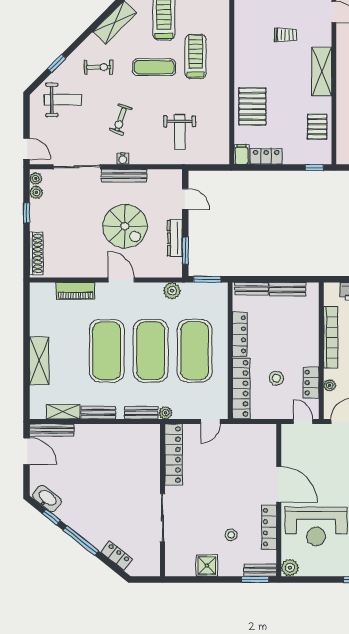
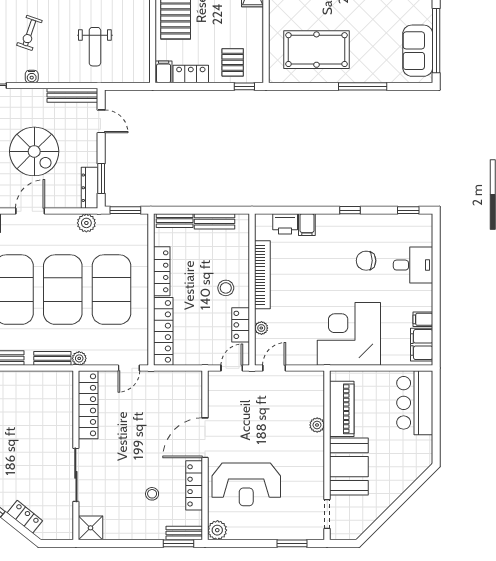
pallet: (317, 127) -> (233, 62), moved
bench: (124, 176) -> (72, 95), moved
dresser: (175, 238) -> (90, 188), moved
door: (121, 280) -> (30, 211), hinge flipped
stool: (276, 378) -> (226, 288), moved
door: (303, 421) -> (232, 368), hinge flipped
door: (279, 484) -> (205, 438), swing flipped
shower: (207, 566) -> (91, 528), moved

